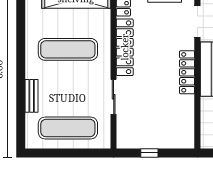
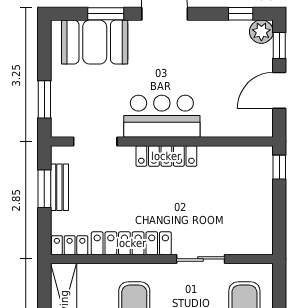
window: (149, 153) -> (279, 167), moved

